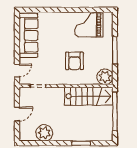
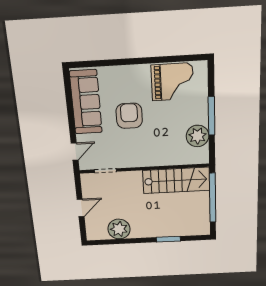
grand piano: (89, 25) -> (172, 82), turned 180
armchair: (75, 61) -> (129, 116), moved, turned 180
plant: (105, 77) -> (198, 136), moved

